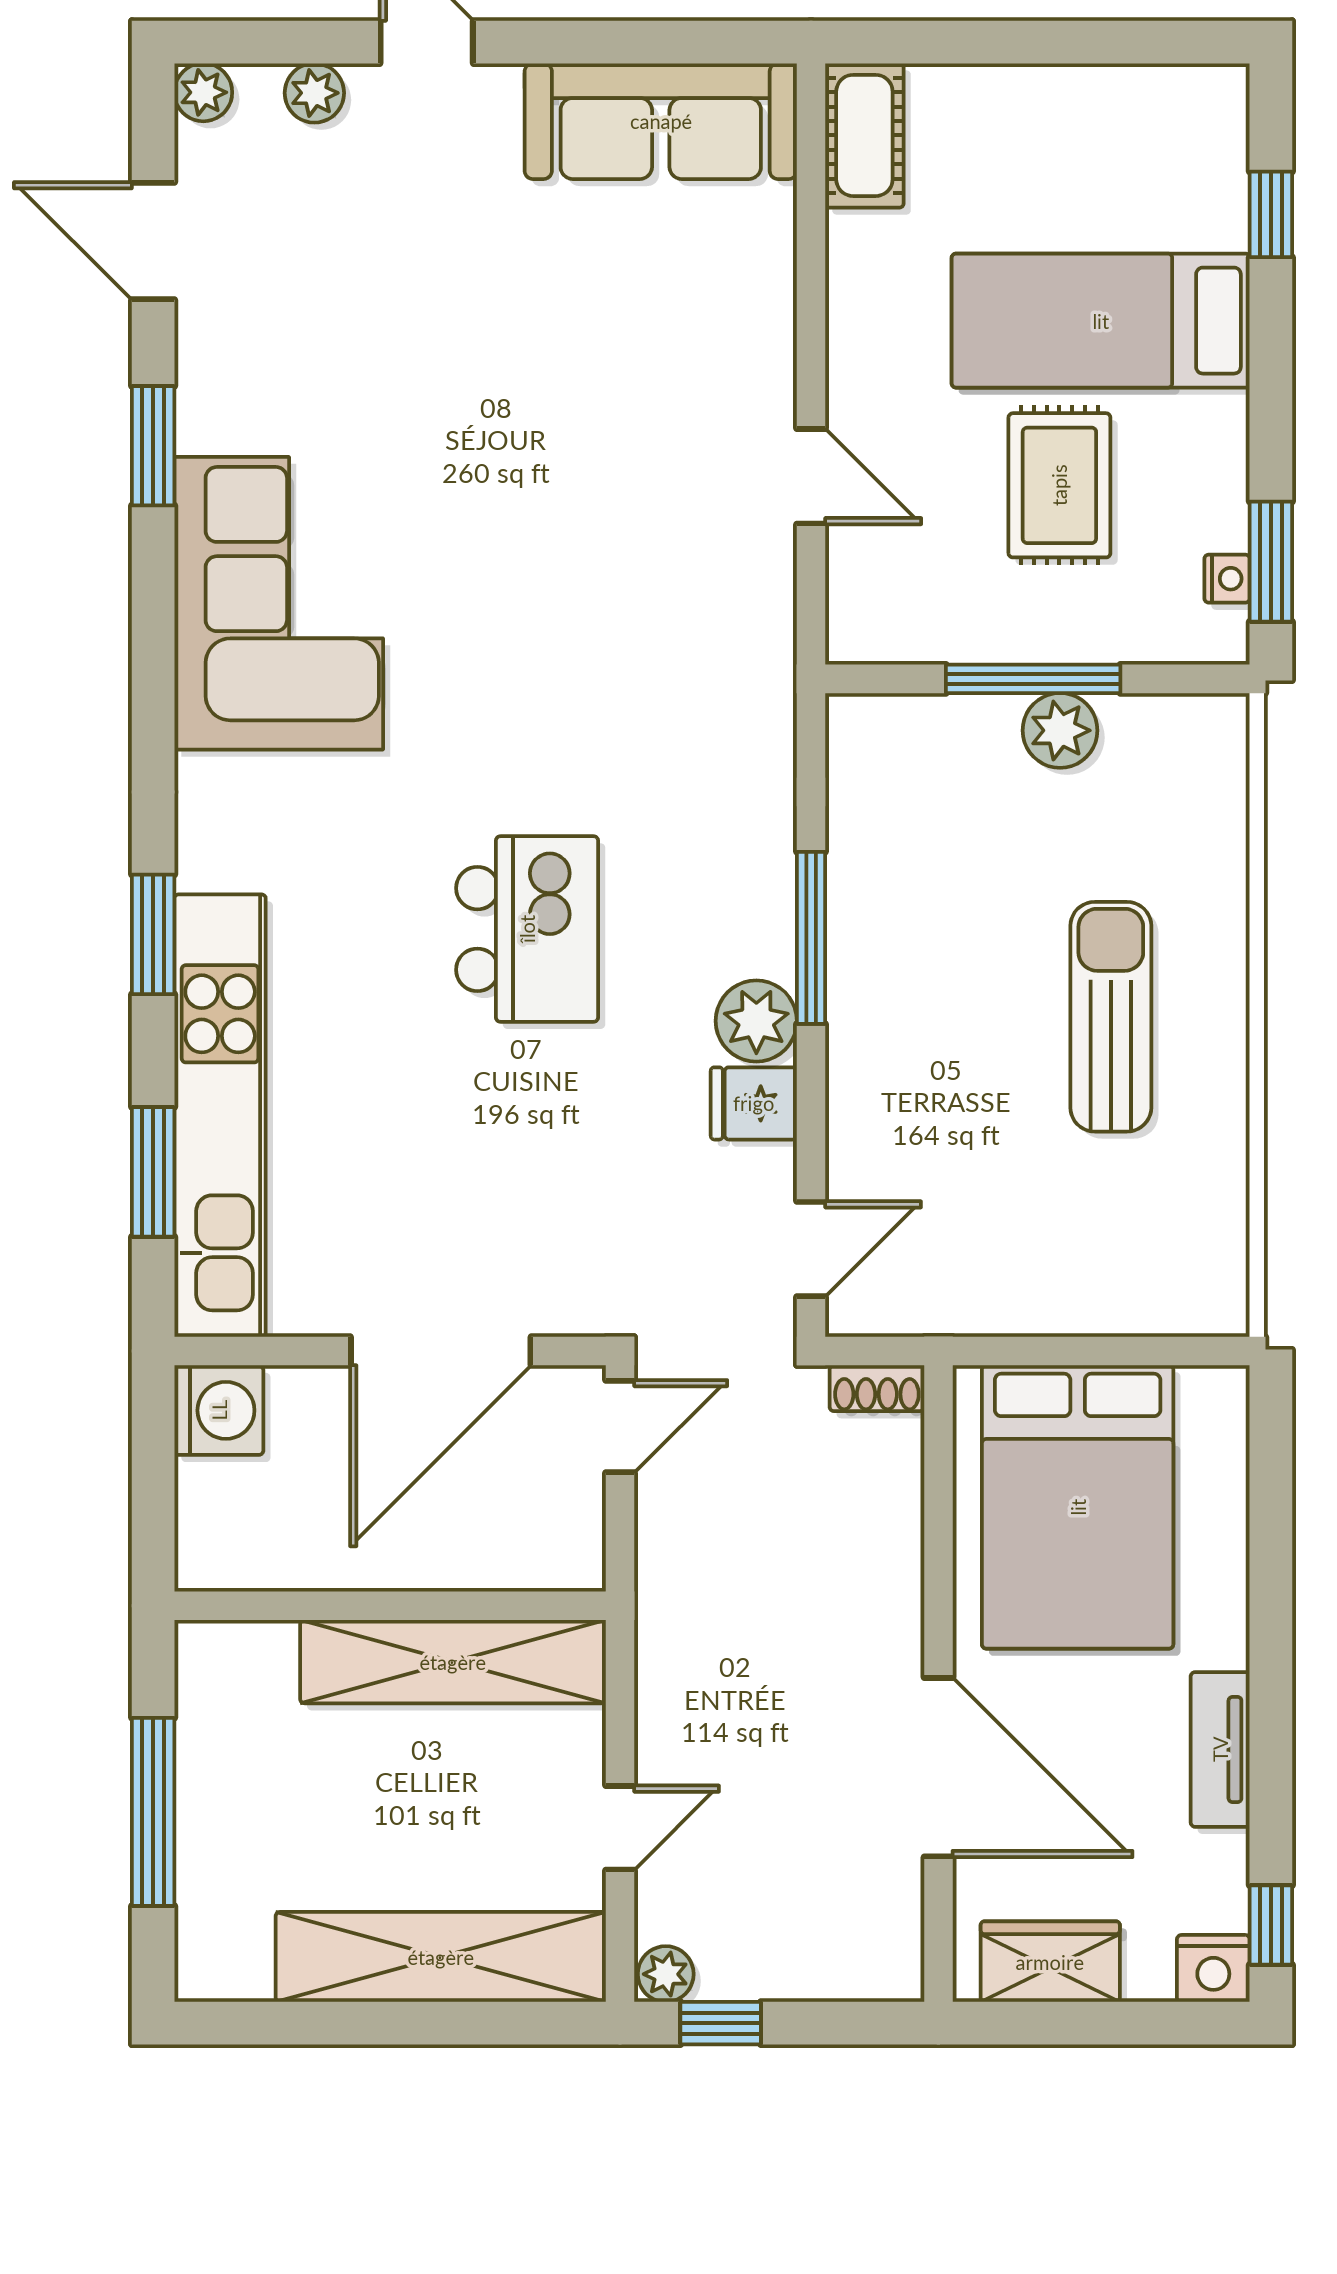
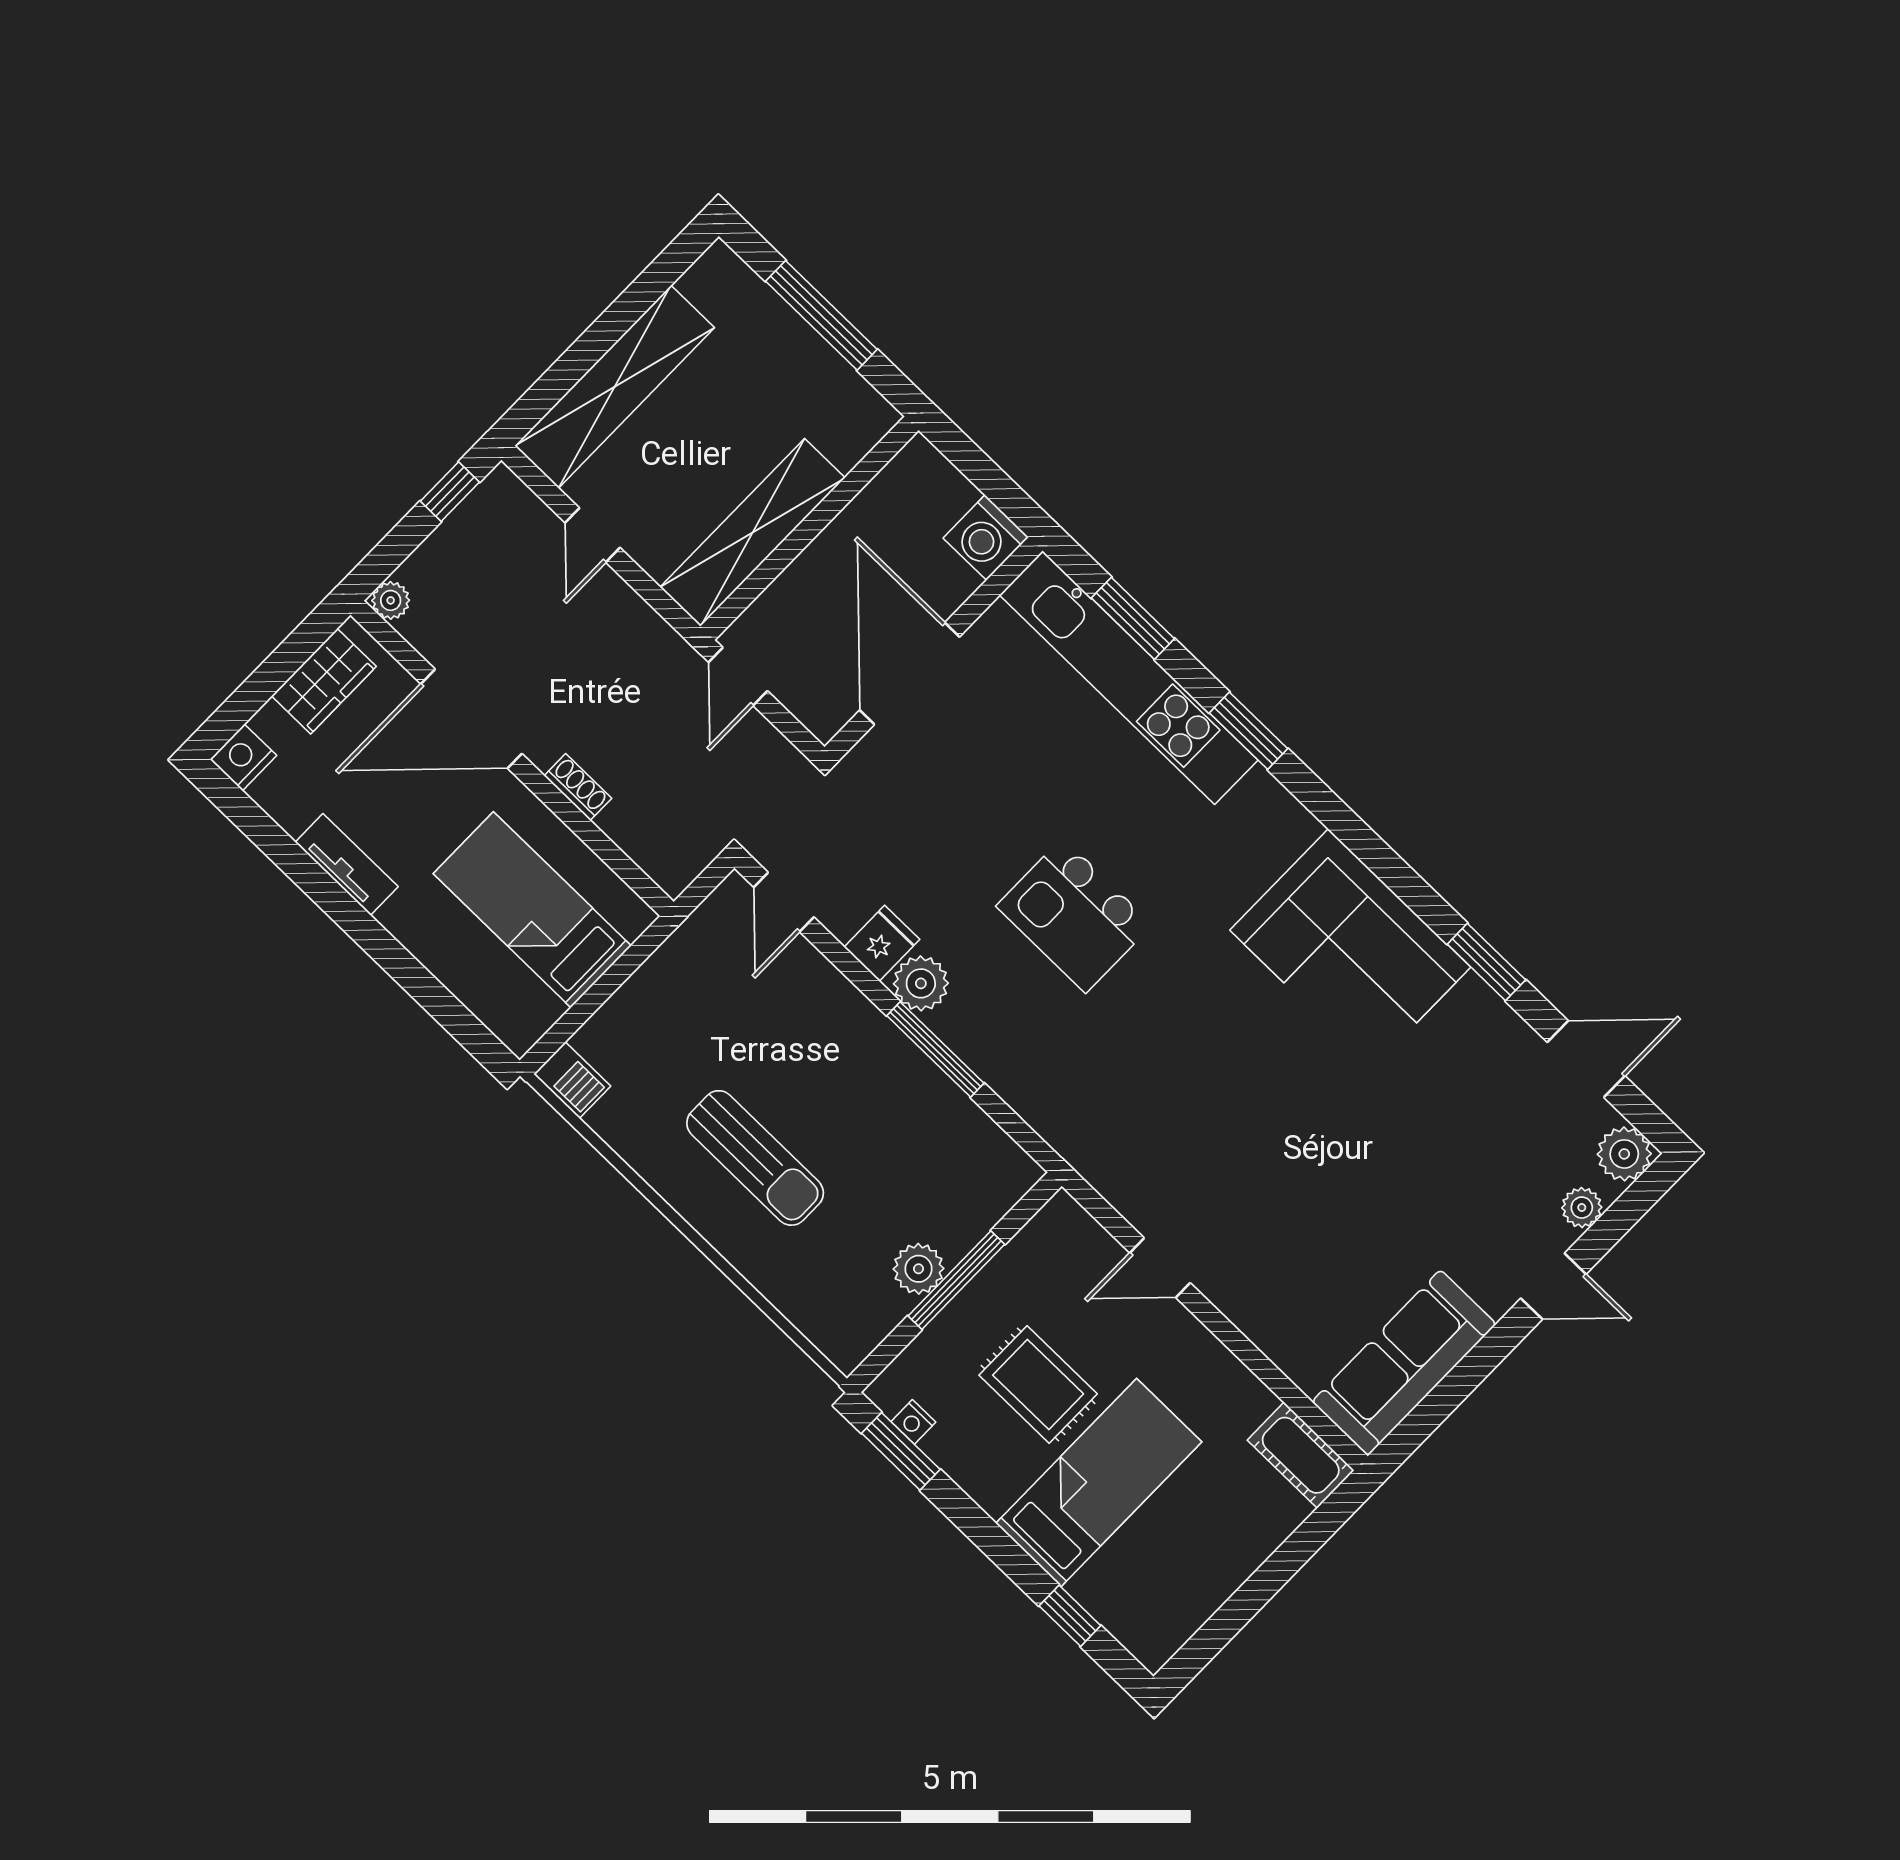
plant: (203, 92) -> (1624, 1154), width x1.38, depth x1.38
barbecue: (1216, 1290) -> (572, 1080), added
shoe rack: (877, 1388) -> (578, 787), moved, turned 90
door: (620, 1426) -> (738, 677), moved
bed: (1078, 1507) -> (532, 910), width x0.67
window: (1271, 1925) -> (237, 806), removed
plant: (666, 1974) -> (391, 600), moved

